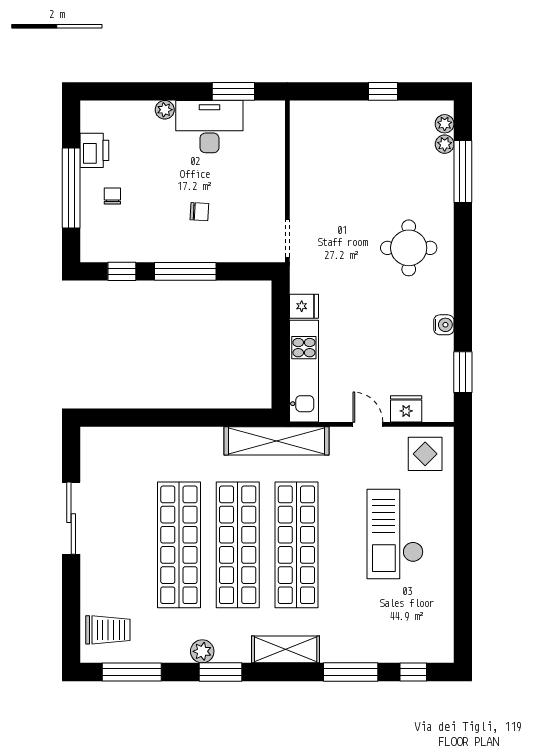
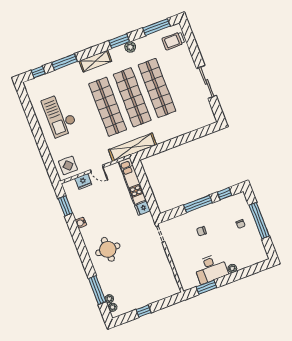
printer: (94, 150) -> (255, 240), removed
checkout: (395, 534) -> (60, 115), moved, turned 180

